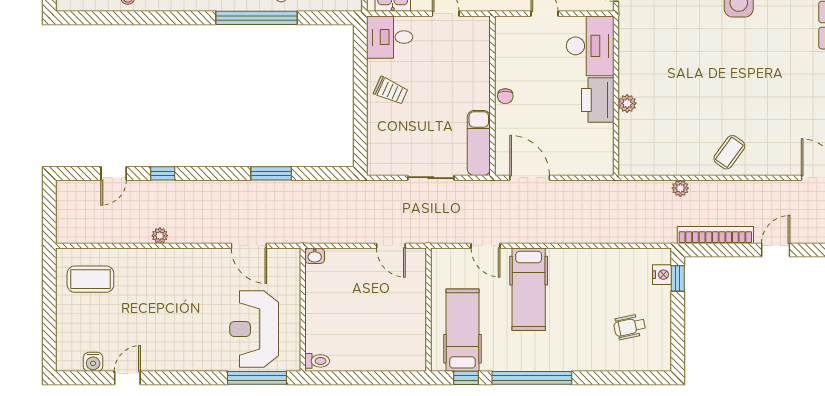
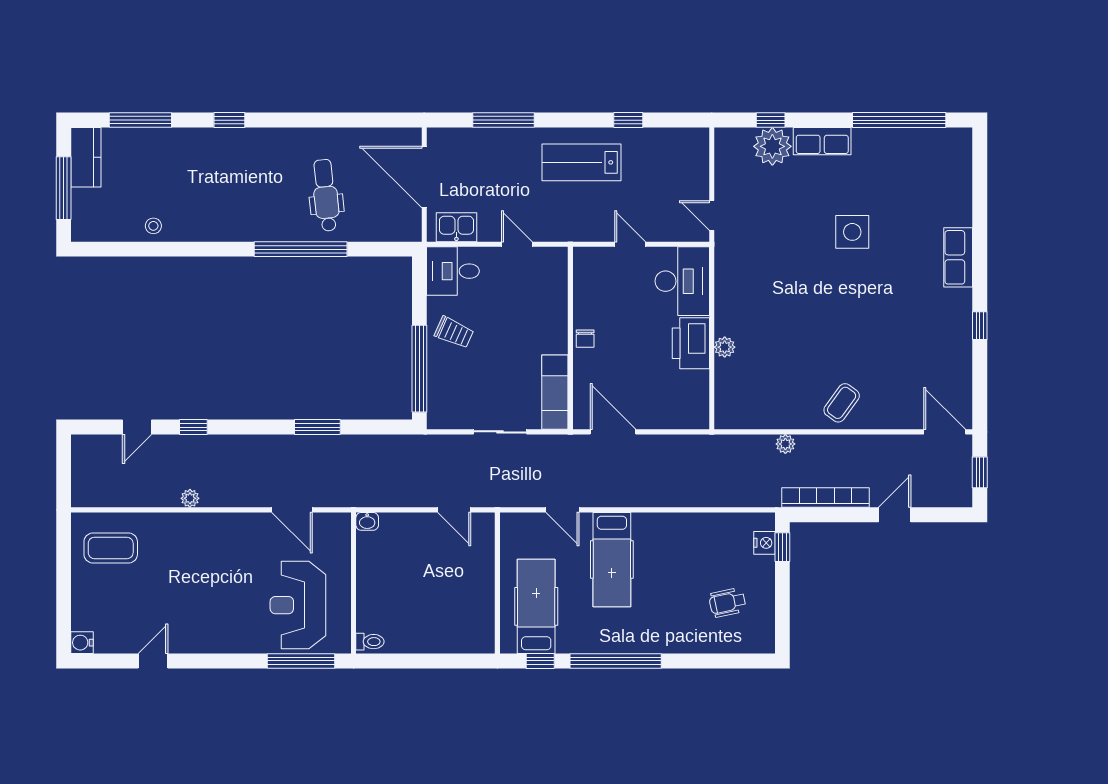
window: (360, 122) -> (419, 369), added
water cooler: (93, 362) -> (82, 643), moved, turned 90

